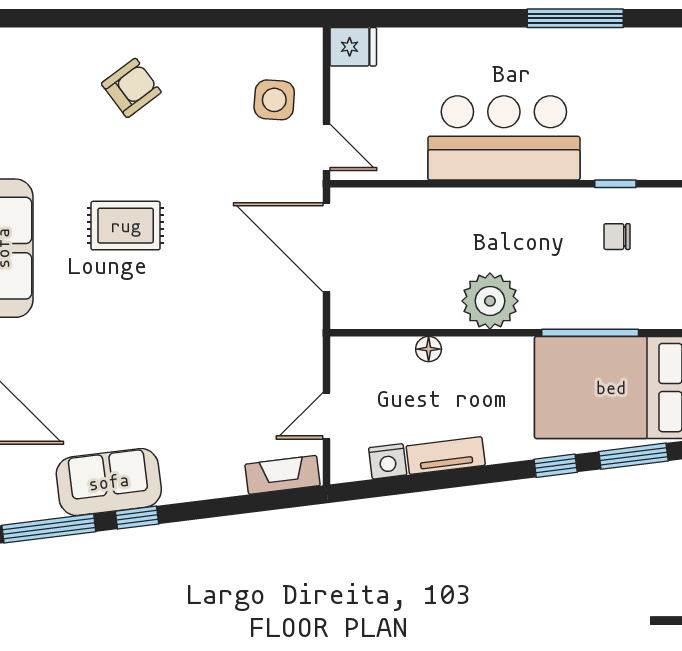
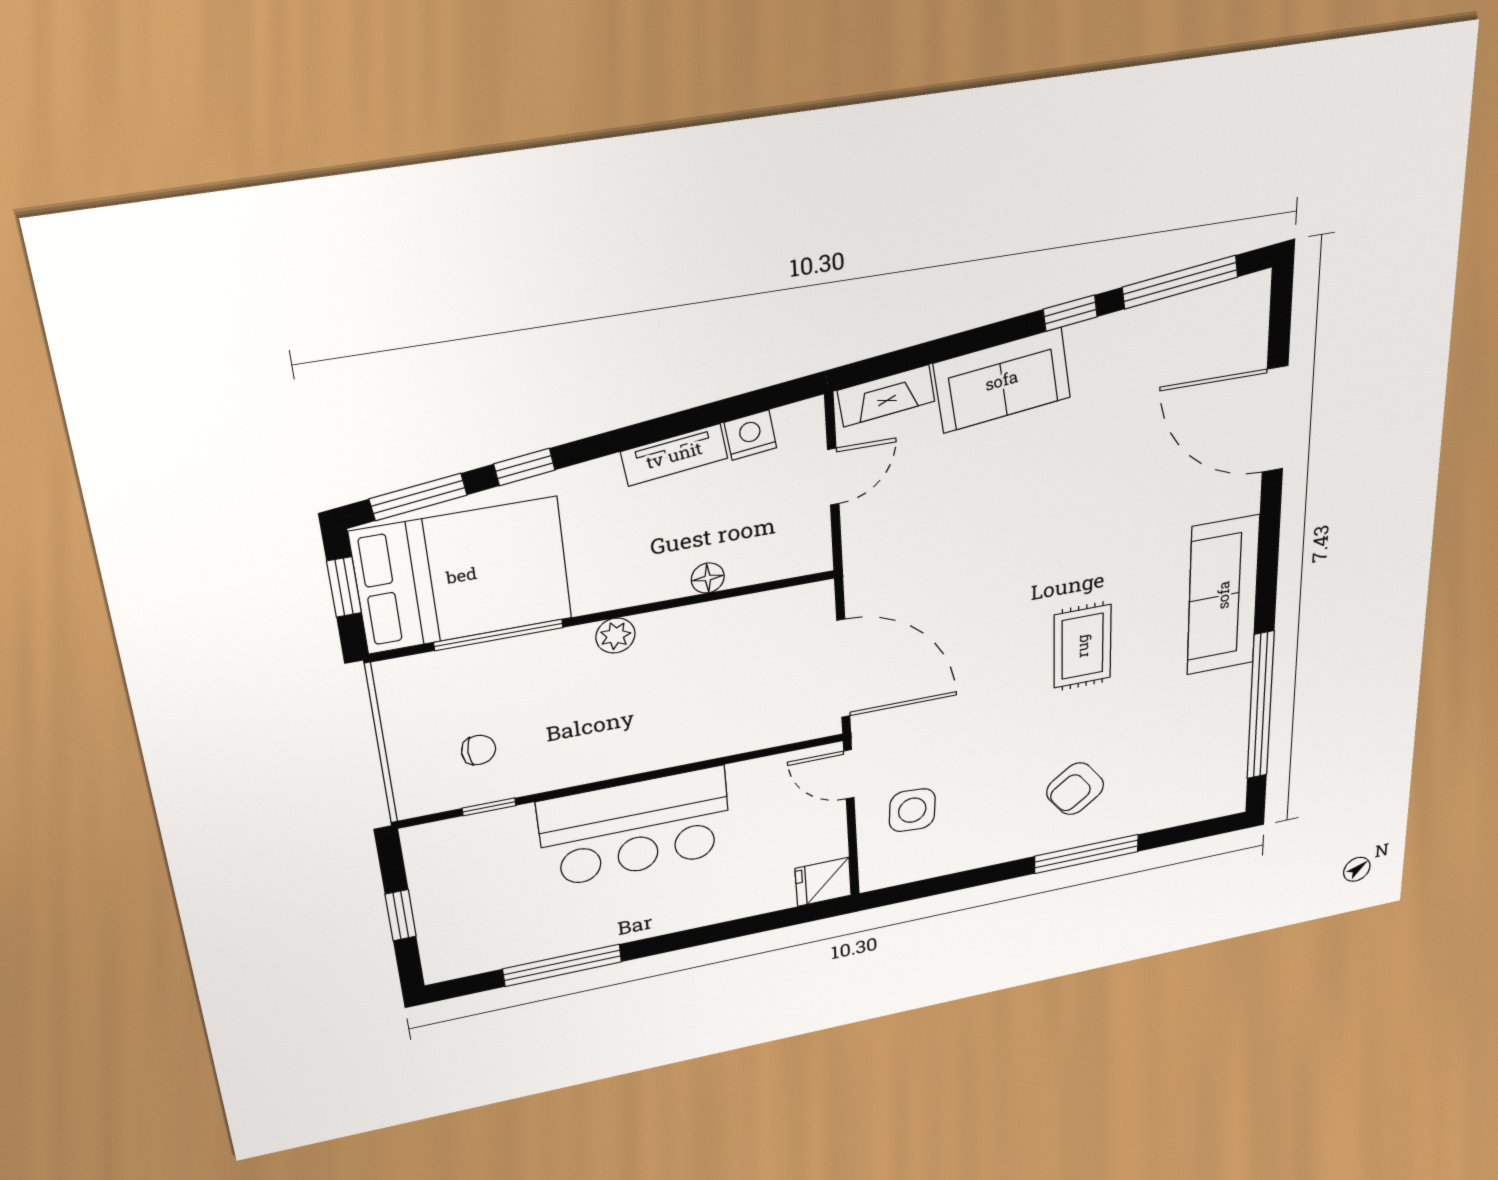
window: (121, 18) -> (1086, 854), added
rug: (126, 226) -> (1082, 646), turned 90
plant: (490, 301) -> (615, 636), width x0.53, depth x0.53
sofa: (109, 482) -> (1002, 380), moved

